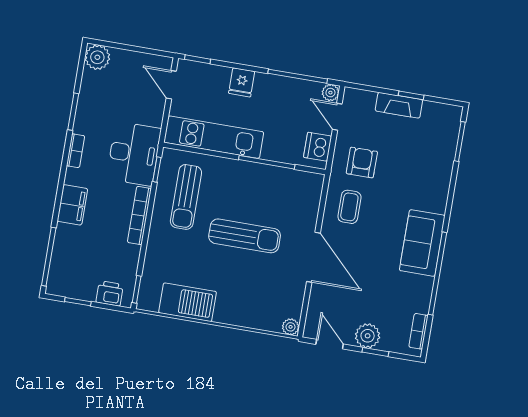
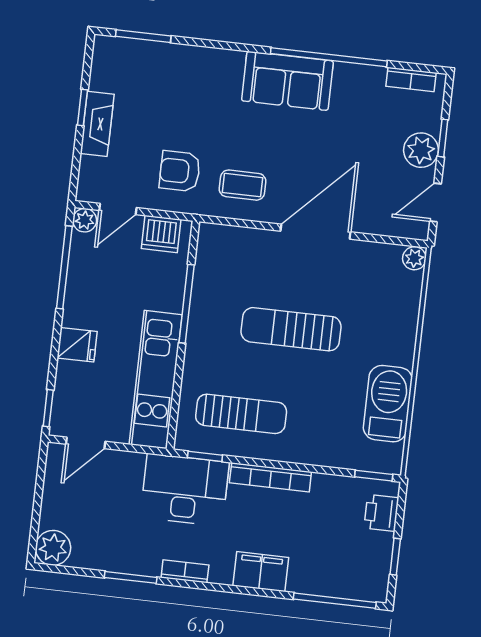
sun lounger: (245, 236) -> (291, 329), turned -90

